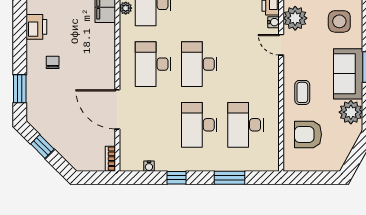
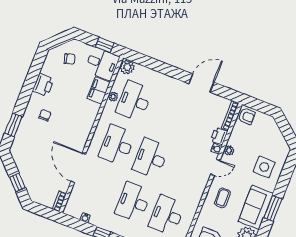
plant: (295, 18) -> (229, 150), width x0.53, depth x0.53
door: (281, 45) -> (215, 167), swing flipped
coffee table: (302, 92) -> (222, 198), moved
window: (42, 146) -> (17, 182), moved

